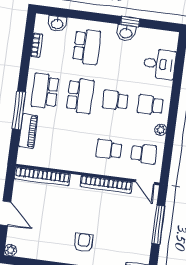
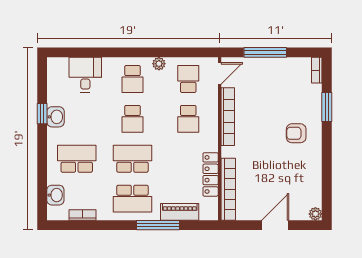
locker: (57, 162) -> (211, 174), added

